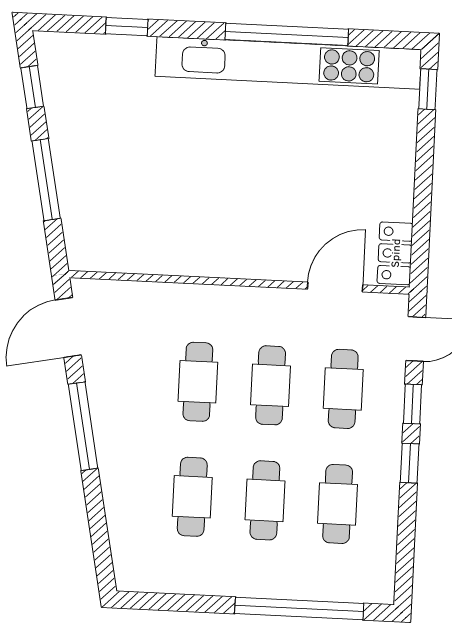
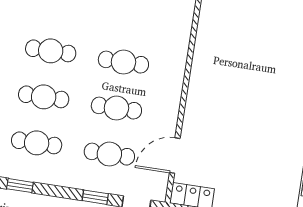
door: (335, 287) -> (175, 156), swing flipped
window: (410, 463) -> (20, 186), moved

